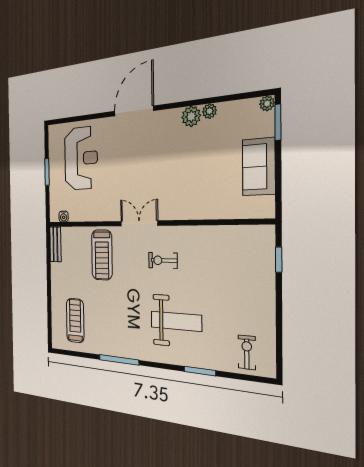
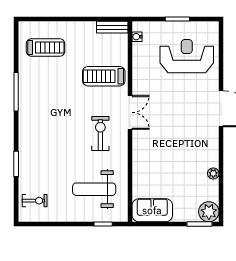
plant: (267, 103) -> (209, 212), width x1.88, depth x1.88
plant: (191, 116) -> (211, 159), removed
reception desk: (81, 158) -> (187, 56), turned 180
sofa: (259, 167) -> (152, 210), moved
exercise bike: (163, 260) -> (100, 133), width x1.38, depth x1.39
weight bench: (176, 321) -> (94, 189), moved, turned 90

